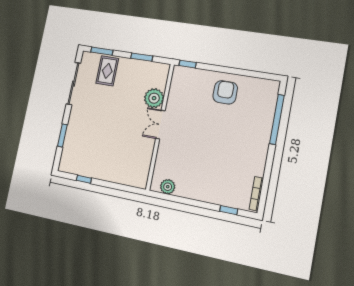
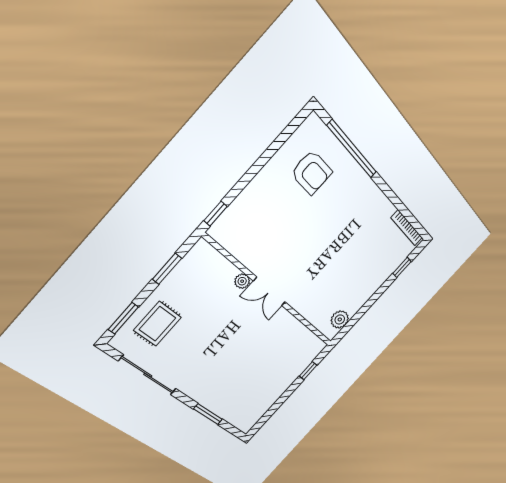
rug: (107, 71) -> (158, 324), turned 90
armchair: (225, 92) -> (312, 172), moved, turned 180
plant: (154, 98) -> (242, 281), width x0.53, depth x0.53
window: (84, 179) -> (308, 371), moved

